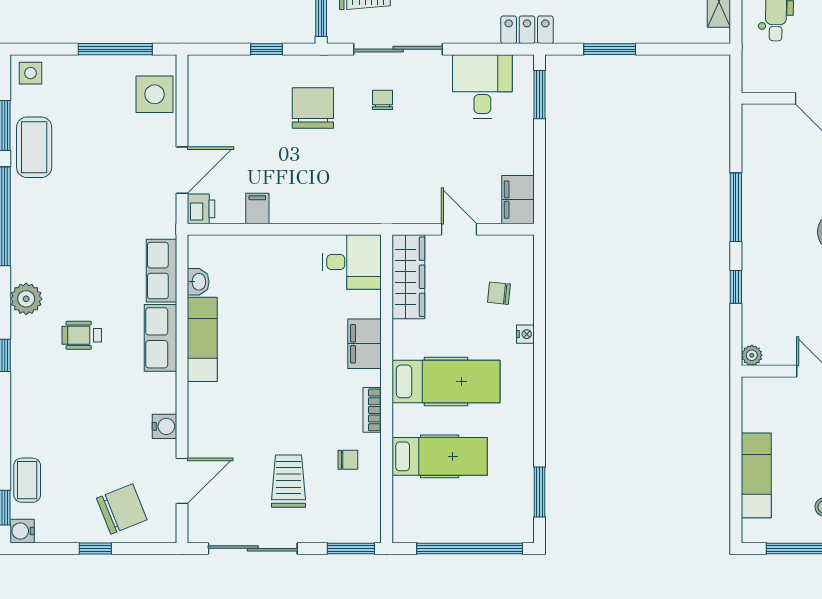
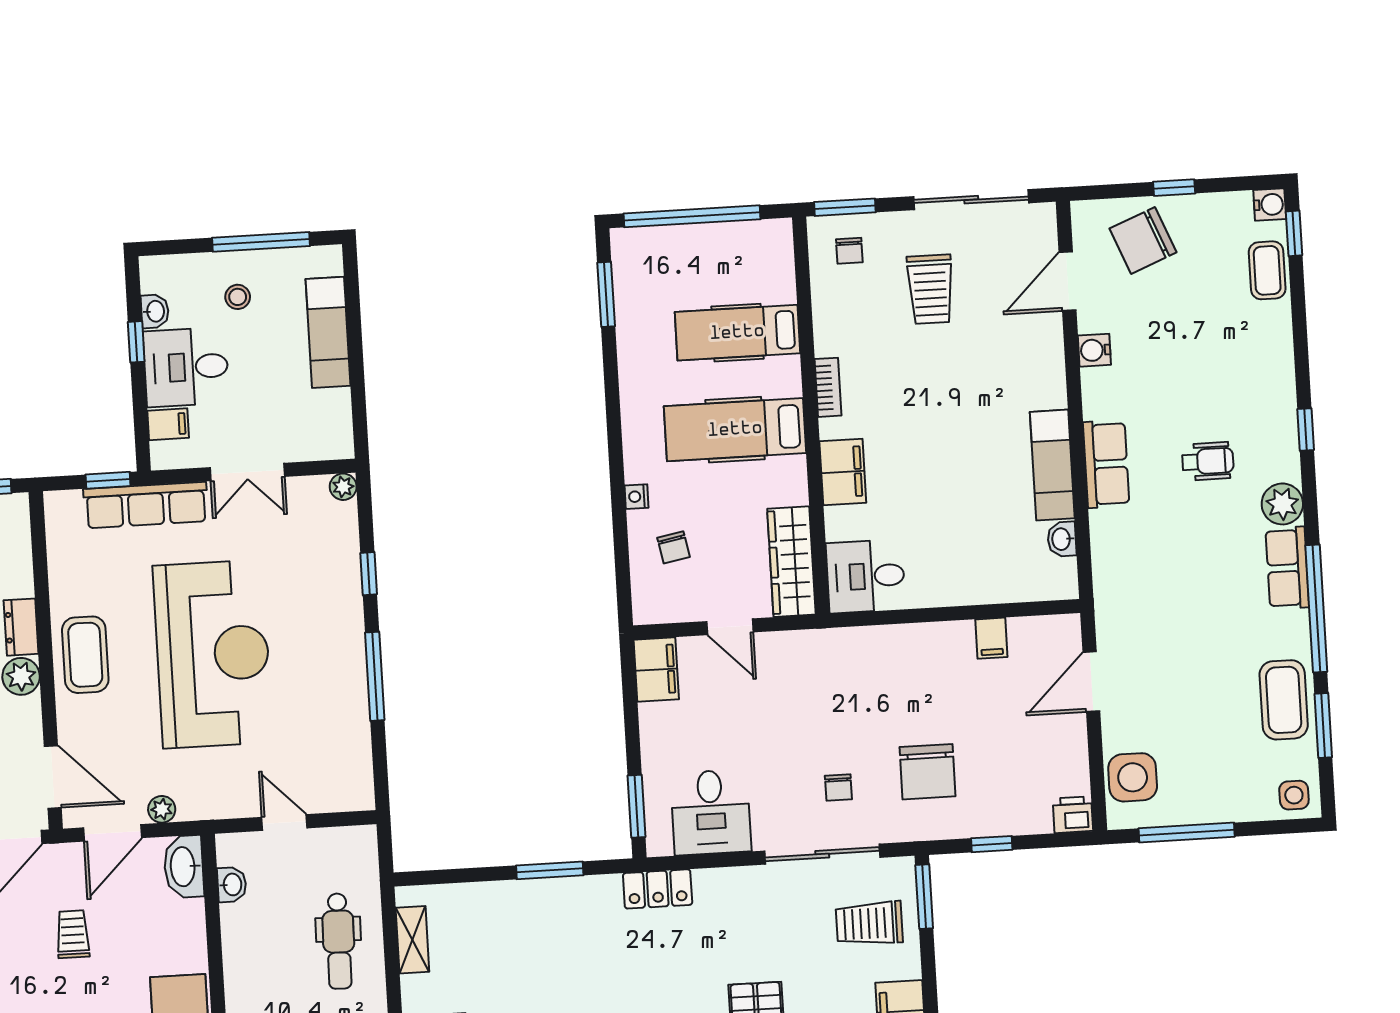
printer: (201, 209) -> (1073, 815), moved, turned 90
row of seats: (162, 271) -> (1287, 568), moved, turned 180
chair: (499, 293) -> (674, 547), turned 73
chair: (348, 460) -> (849, 251), moved, turned -90

